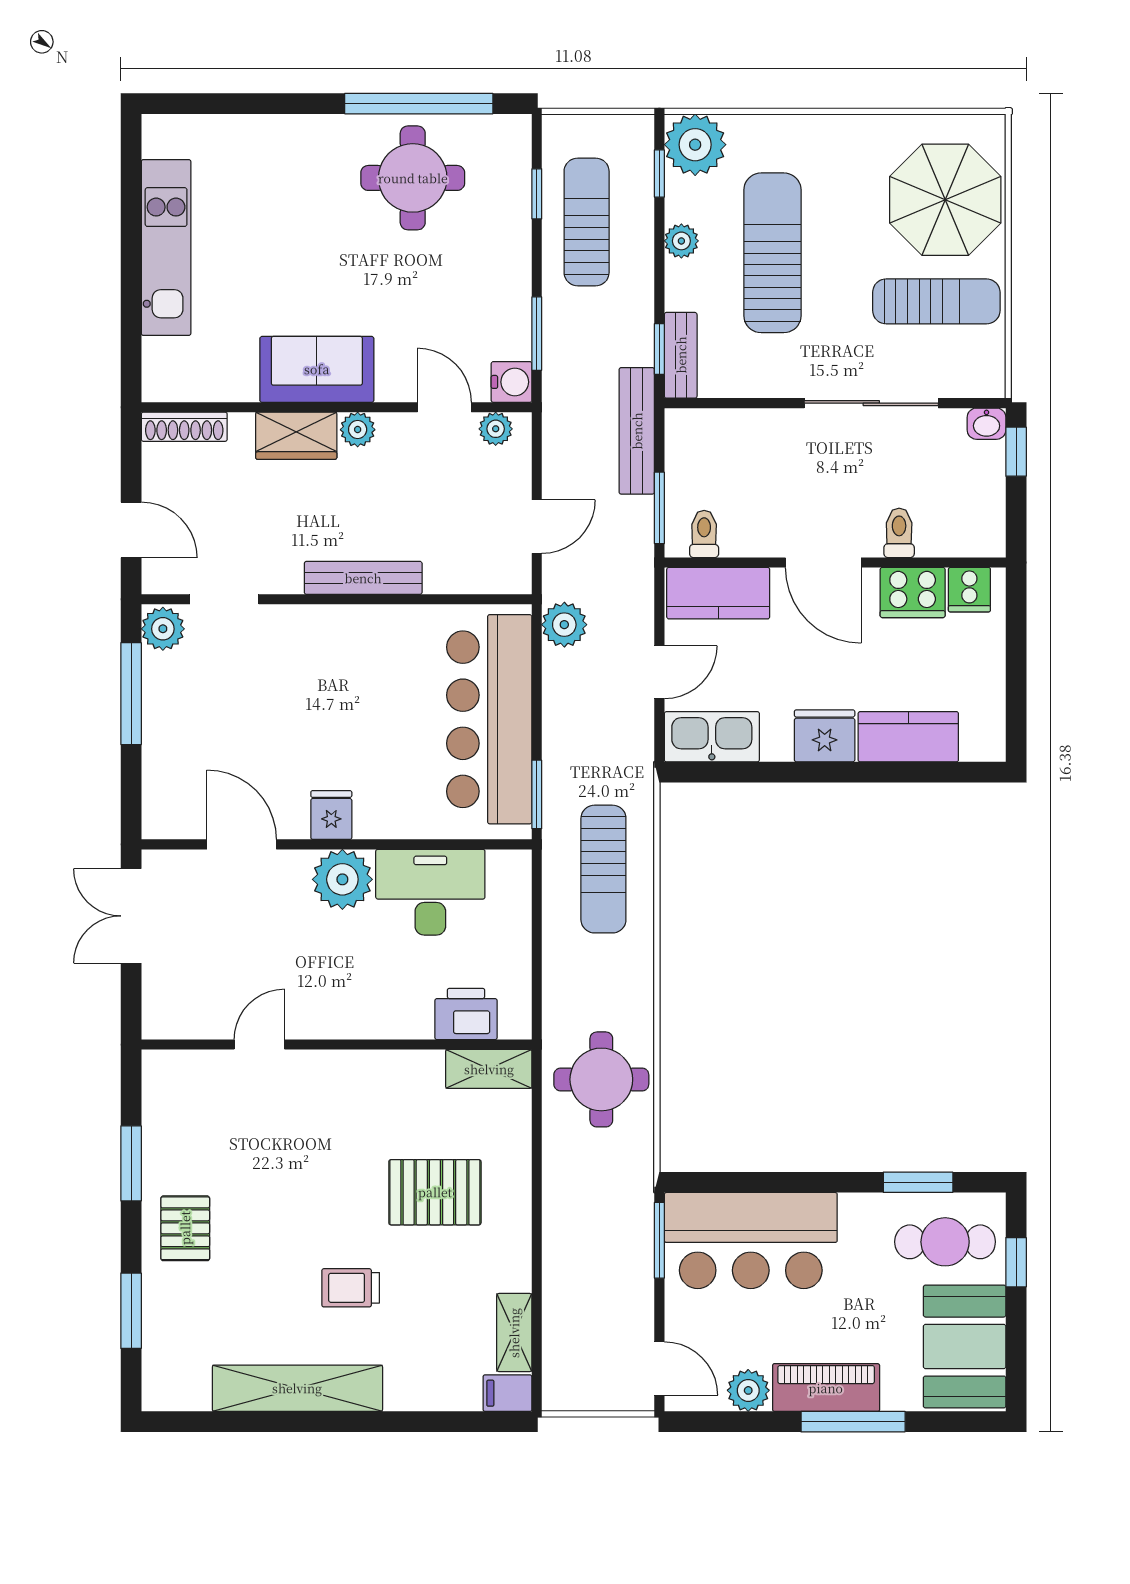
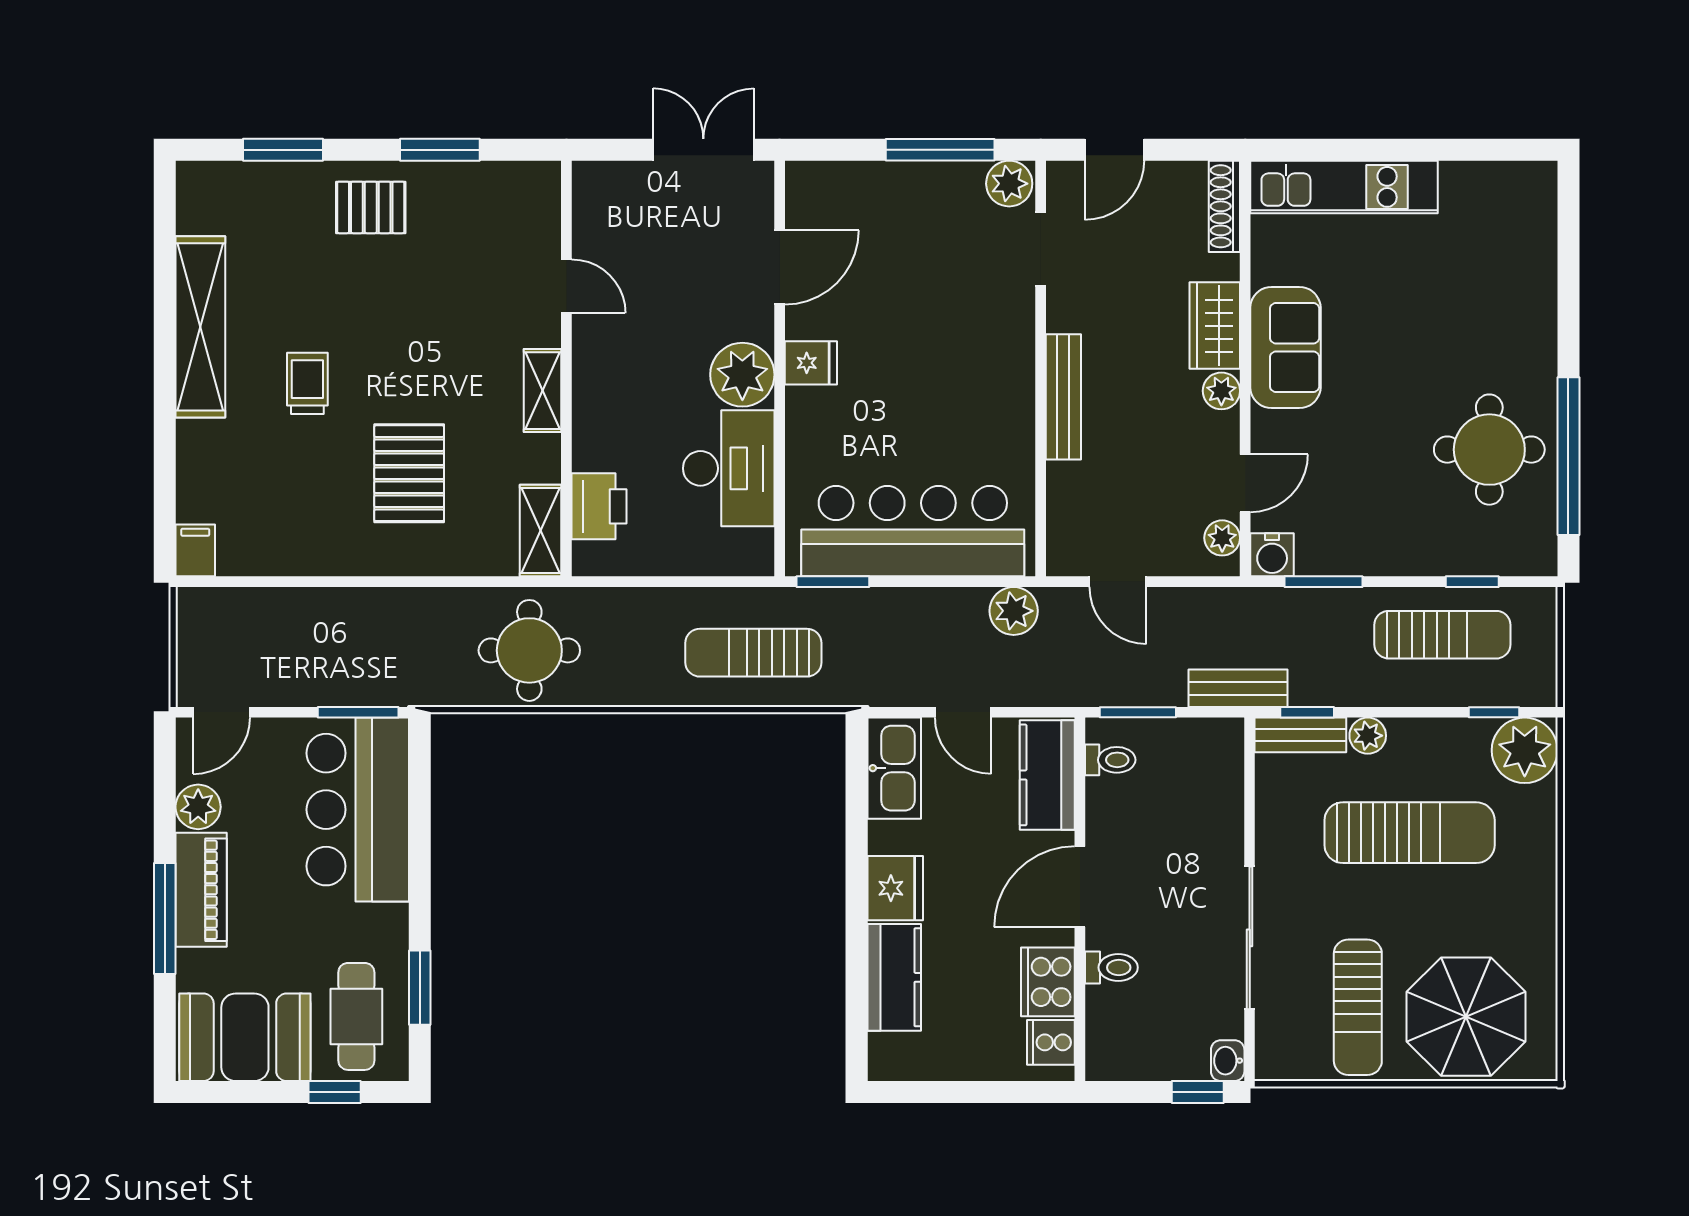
plant: (681, 241) -> (1368, 736), moved
kitchen unit: (166, 247) -> (1344, 187), moved
bench: (637, 431) -> (1238, 688), width x0.73
shelving: (514, 1333) -> (542, 391), moved, turned 90

